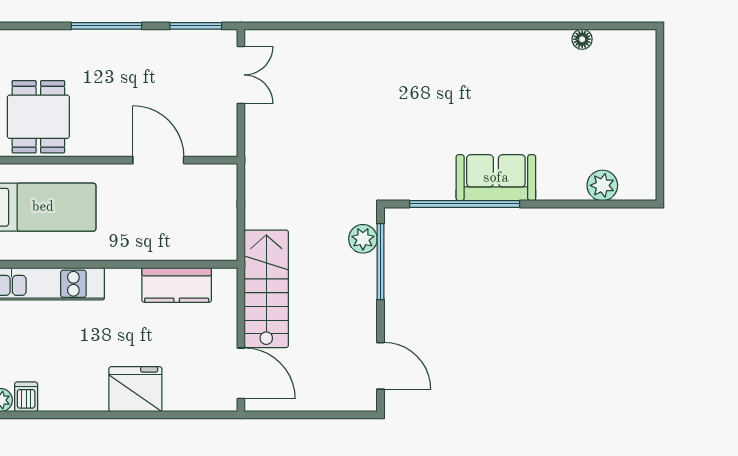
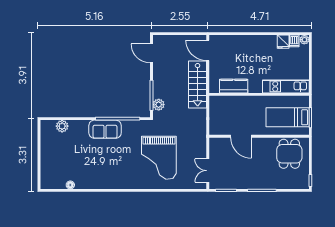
grand piano: (362, 107) -> (159, 158), added
fridge: (135, 389) -> (283, 42), moved, width x0.53, depth x0.75

